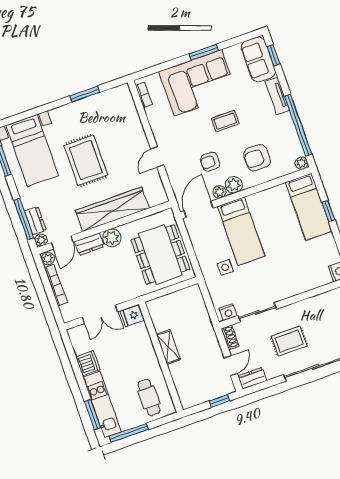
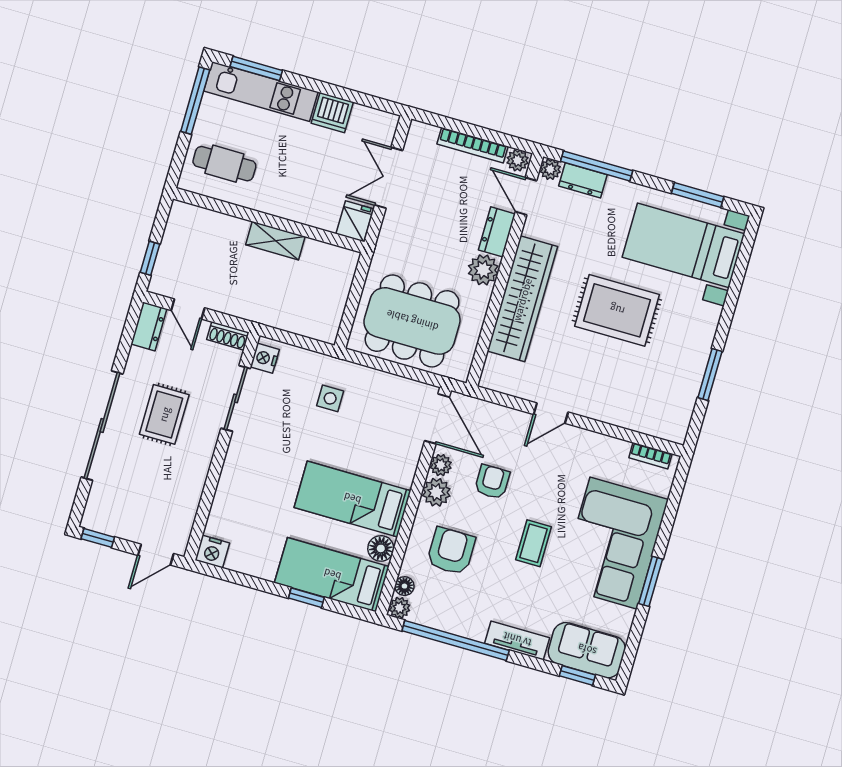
door: (157, 157) -> (551, 413), swing flipped
floor lamp: (289, 168) -> (404, 586), added
floor lamp: (280, 192) -> (381, 548), added
bed: (241, 231) -> (352, 499), moved

